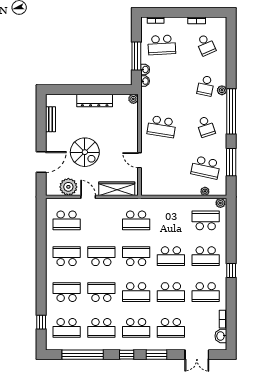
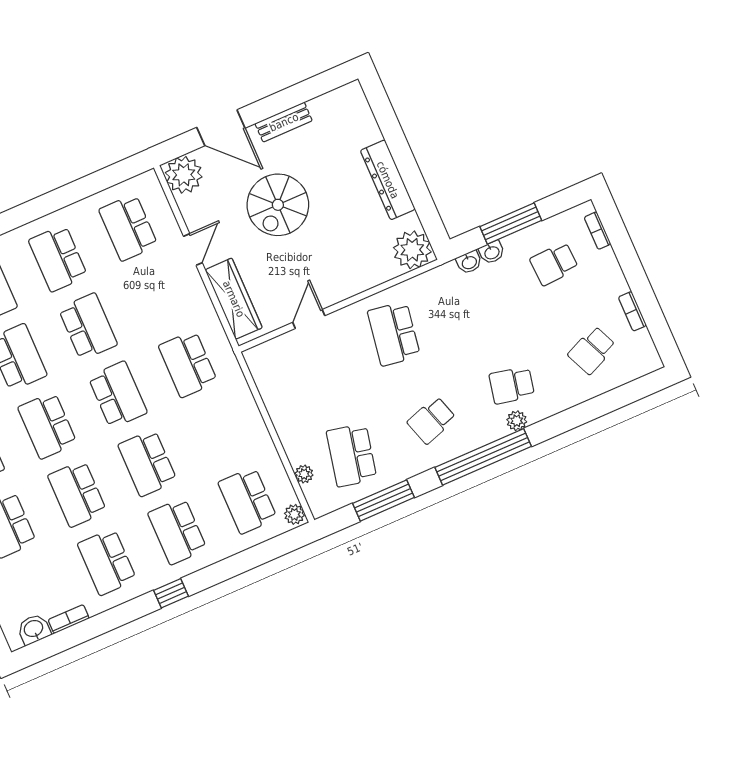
school desk: (162, 45) -> (554, 264), width x0.54
plant: (133, 99) -> (412, 250), width x1.87, depth x1.87
bench: (50, 119) -> (284, 122), moved
plant: (68, 187) -> (184, 175), moved
school desk: (206, 220) -> (248, 500), turned 180
school desk: (67, 256) -> (58, 258), turned 180

